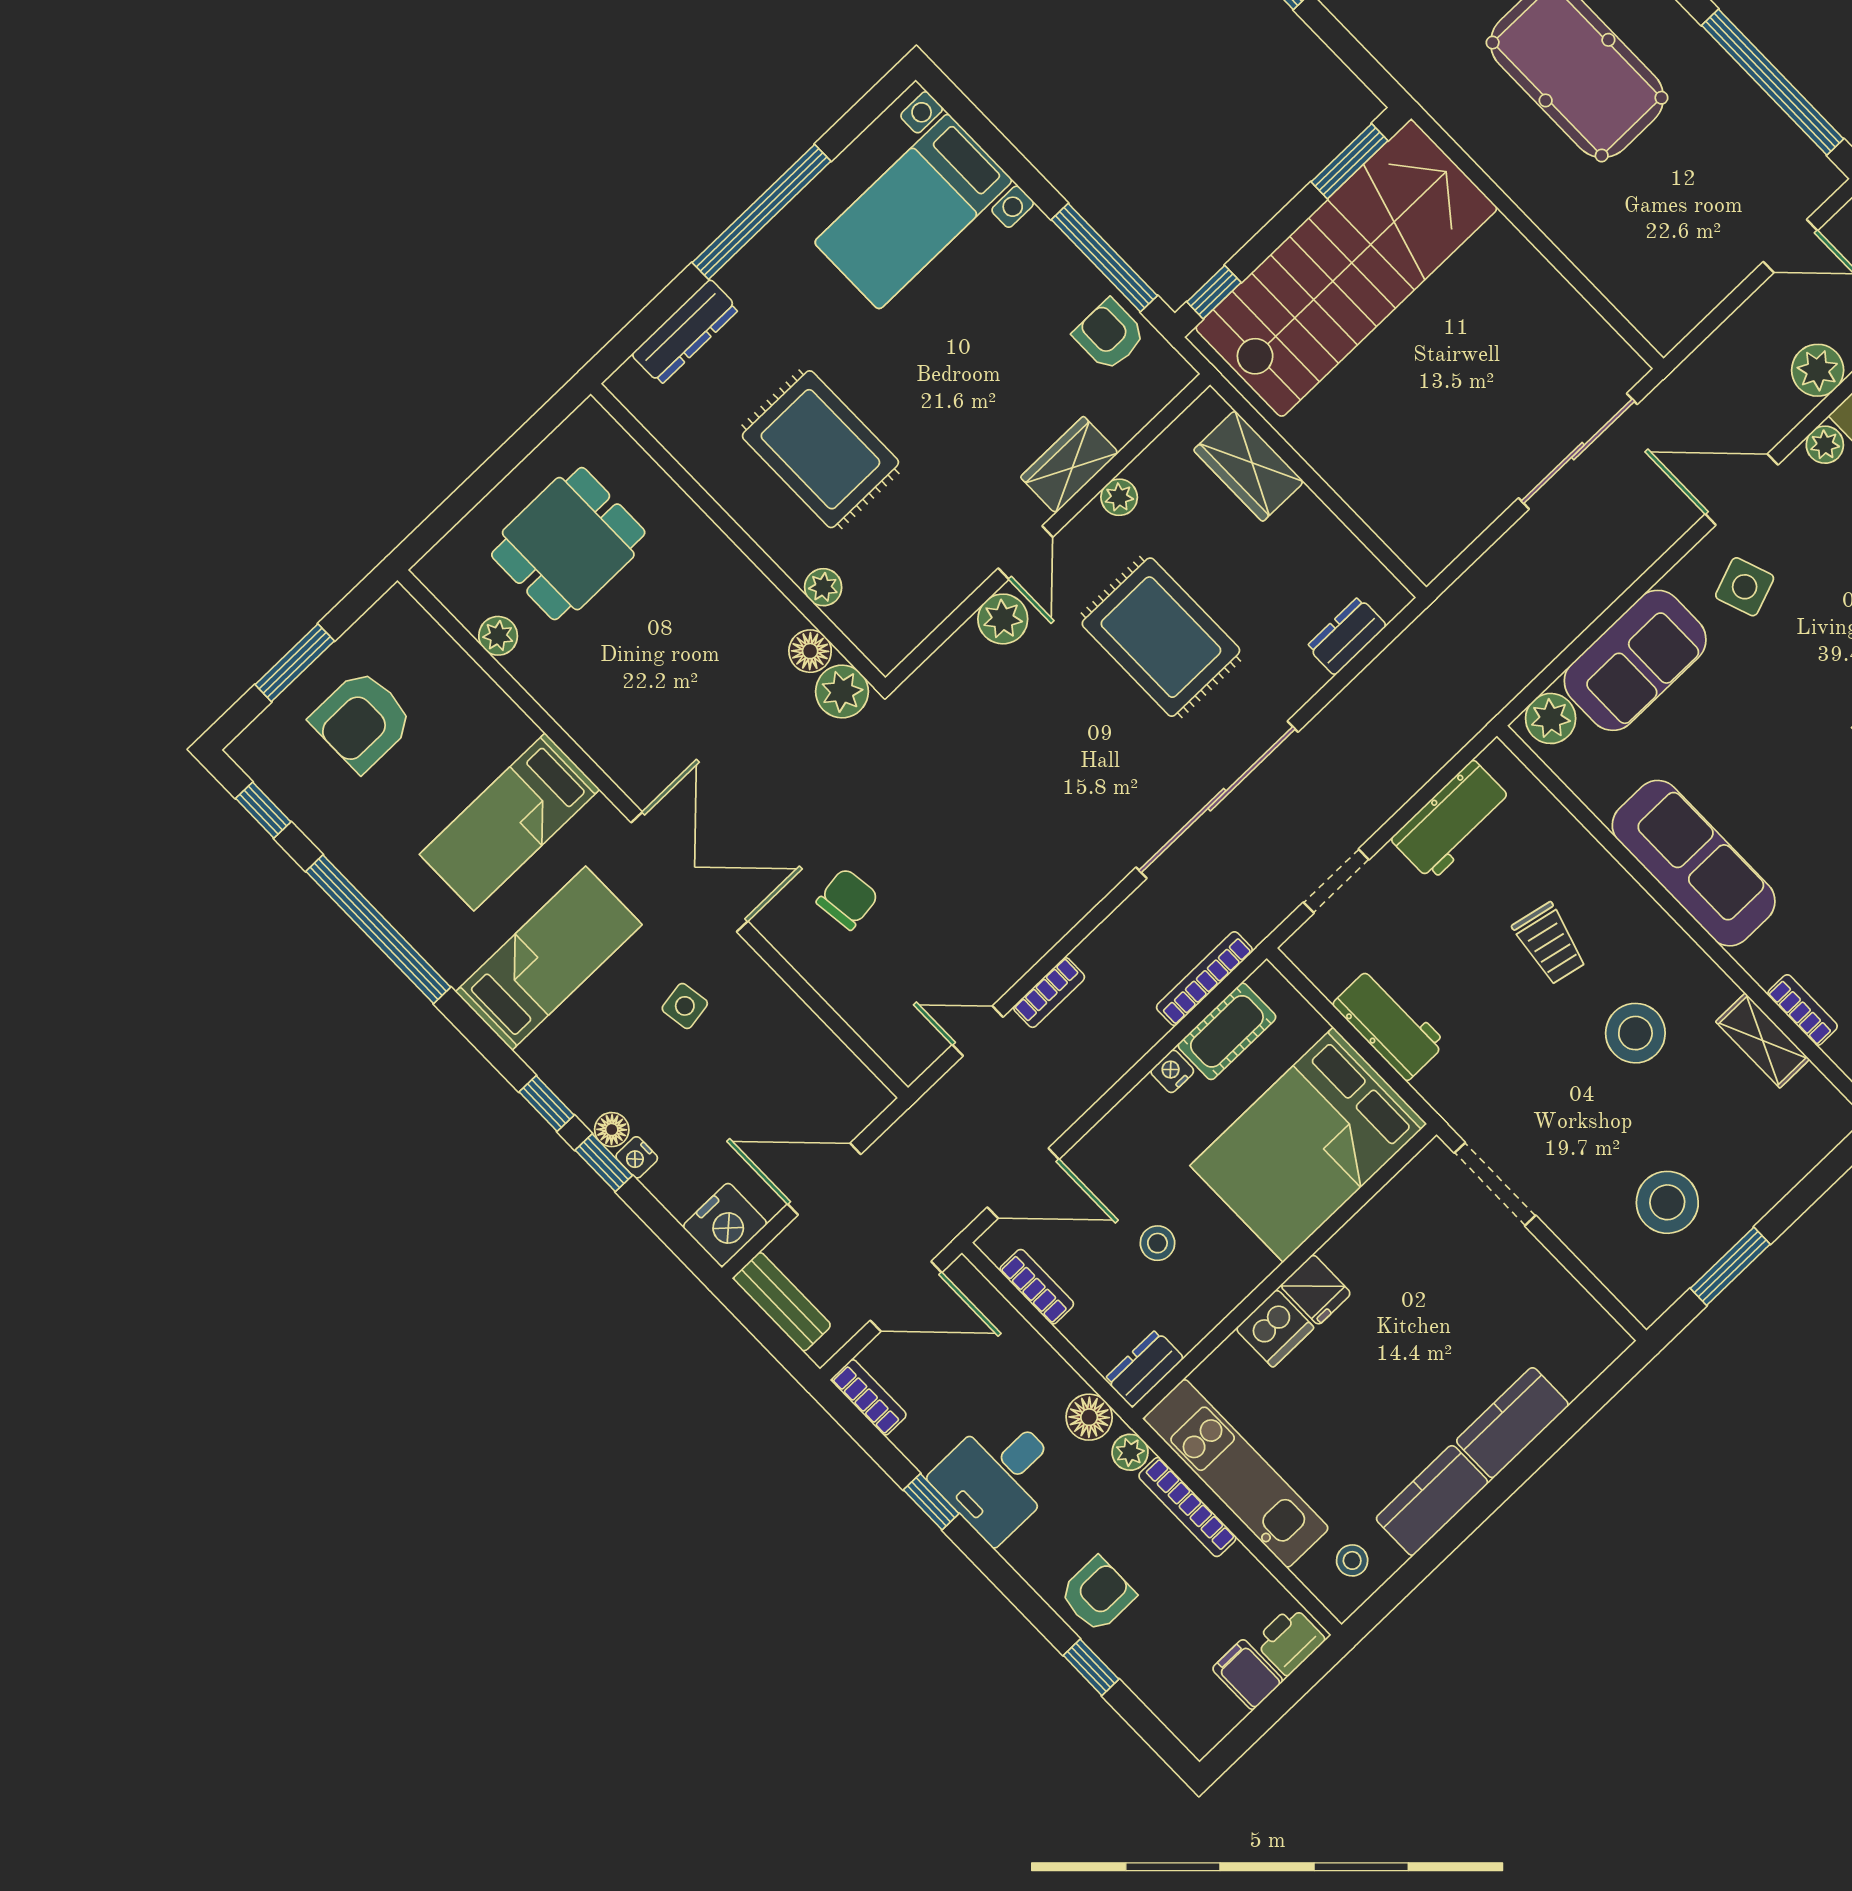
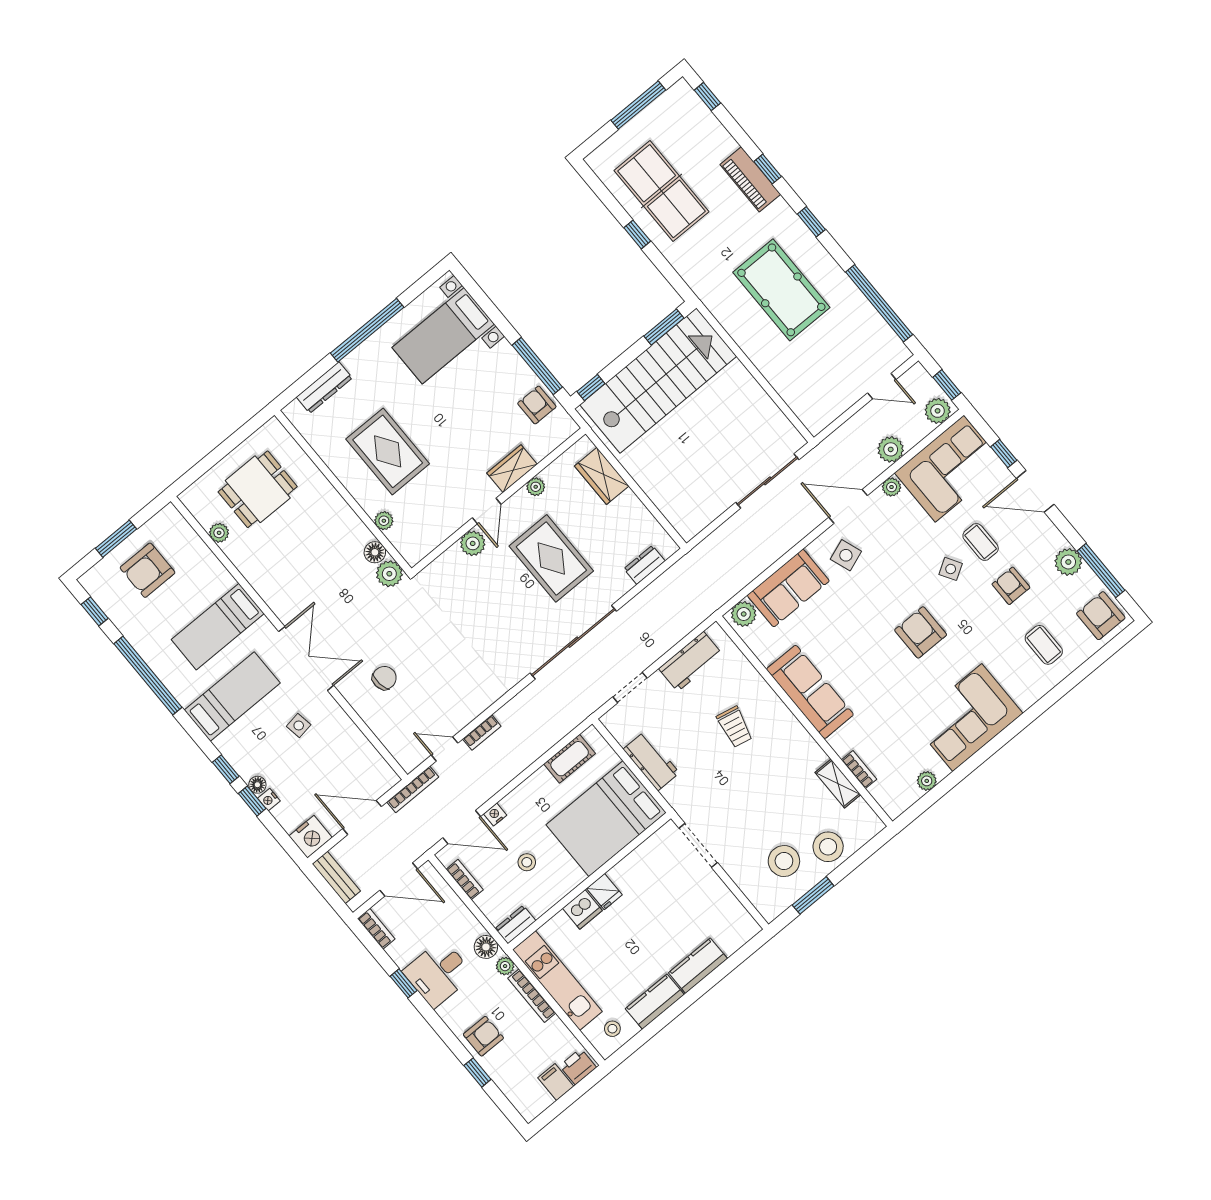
bookcase: (1204, 979) -> (413, 789), moved, turned 180
stool: (1635, 1033) -> (828, 847), moved
nightstand: (1172, 1071) -> (495, 815), moved

